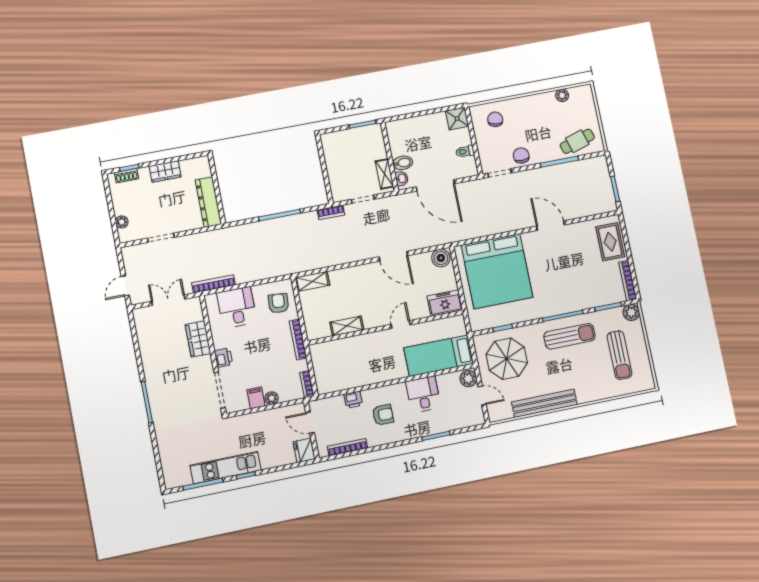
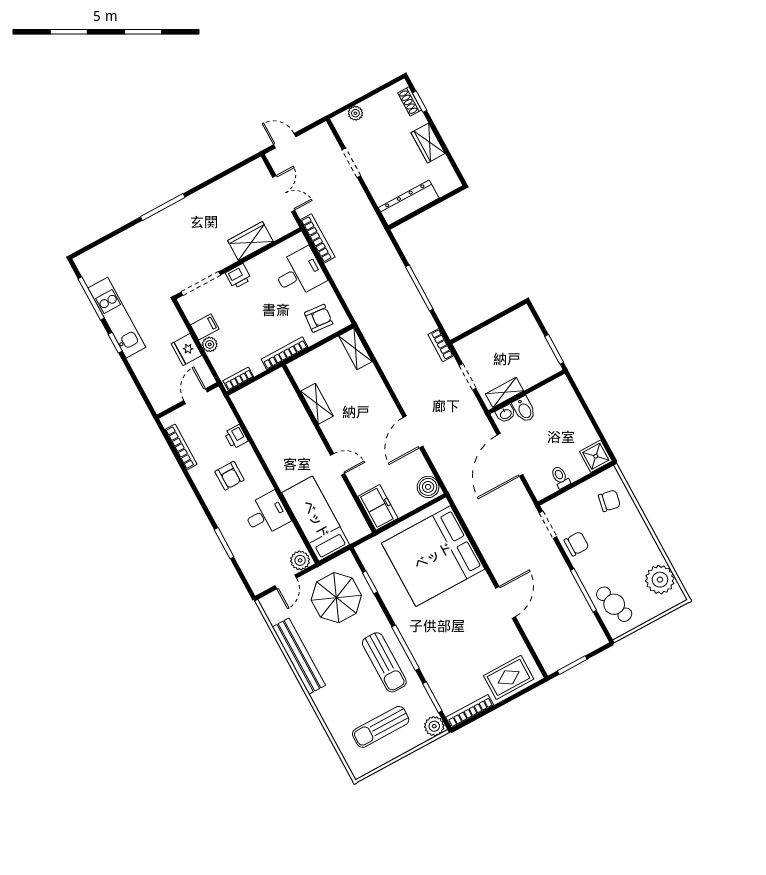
plant: (562, 95) -> (660, 580), width x1.87, depth x1.87
fridge: (304, 450) -> (186, 350), moved, turned -90

